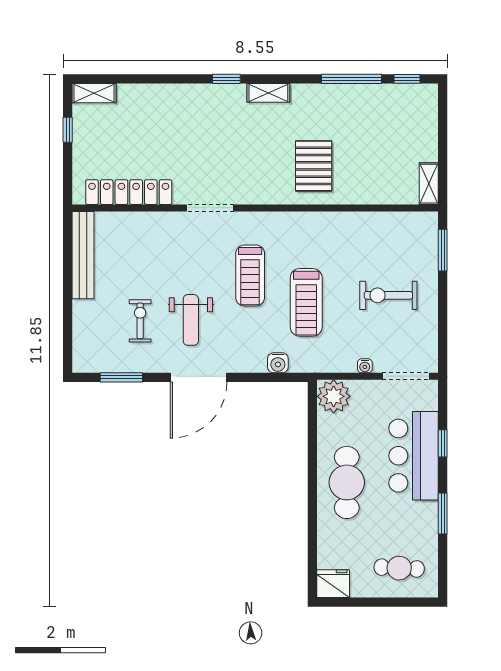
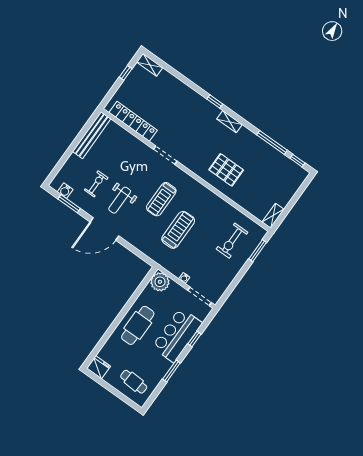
pallet: (314, 166) -> (226, 170), turned 90
exercise bike: (388, 295) -> (232, 241), moved, turned -90
treadmill: (306, 302) -> (178, 230), turned 180
water cooler: (278, 363) -> (65, 191), moved

